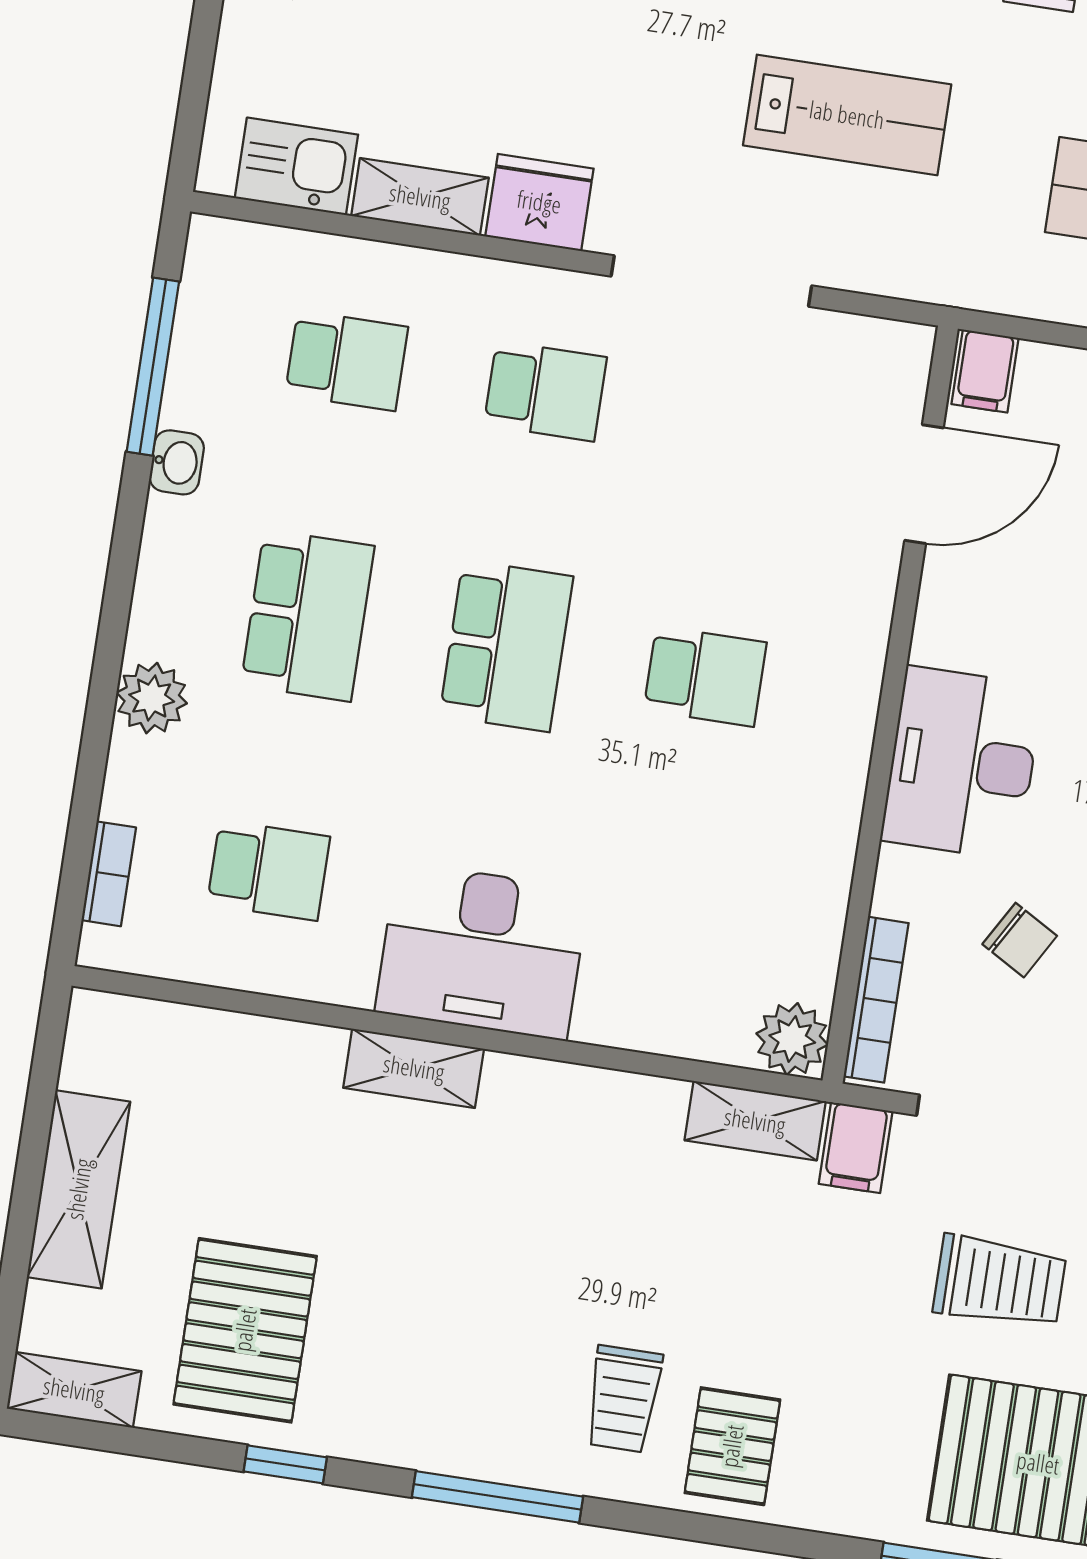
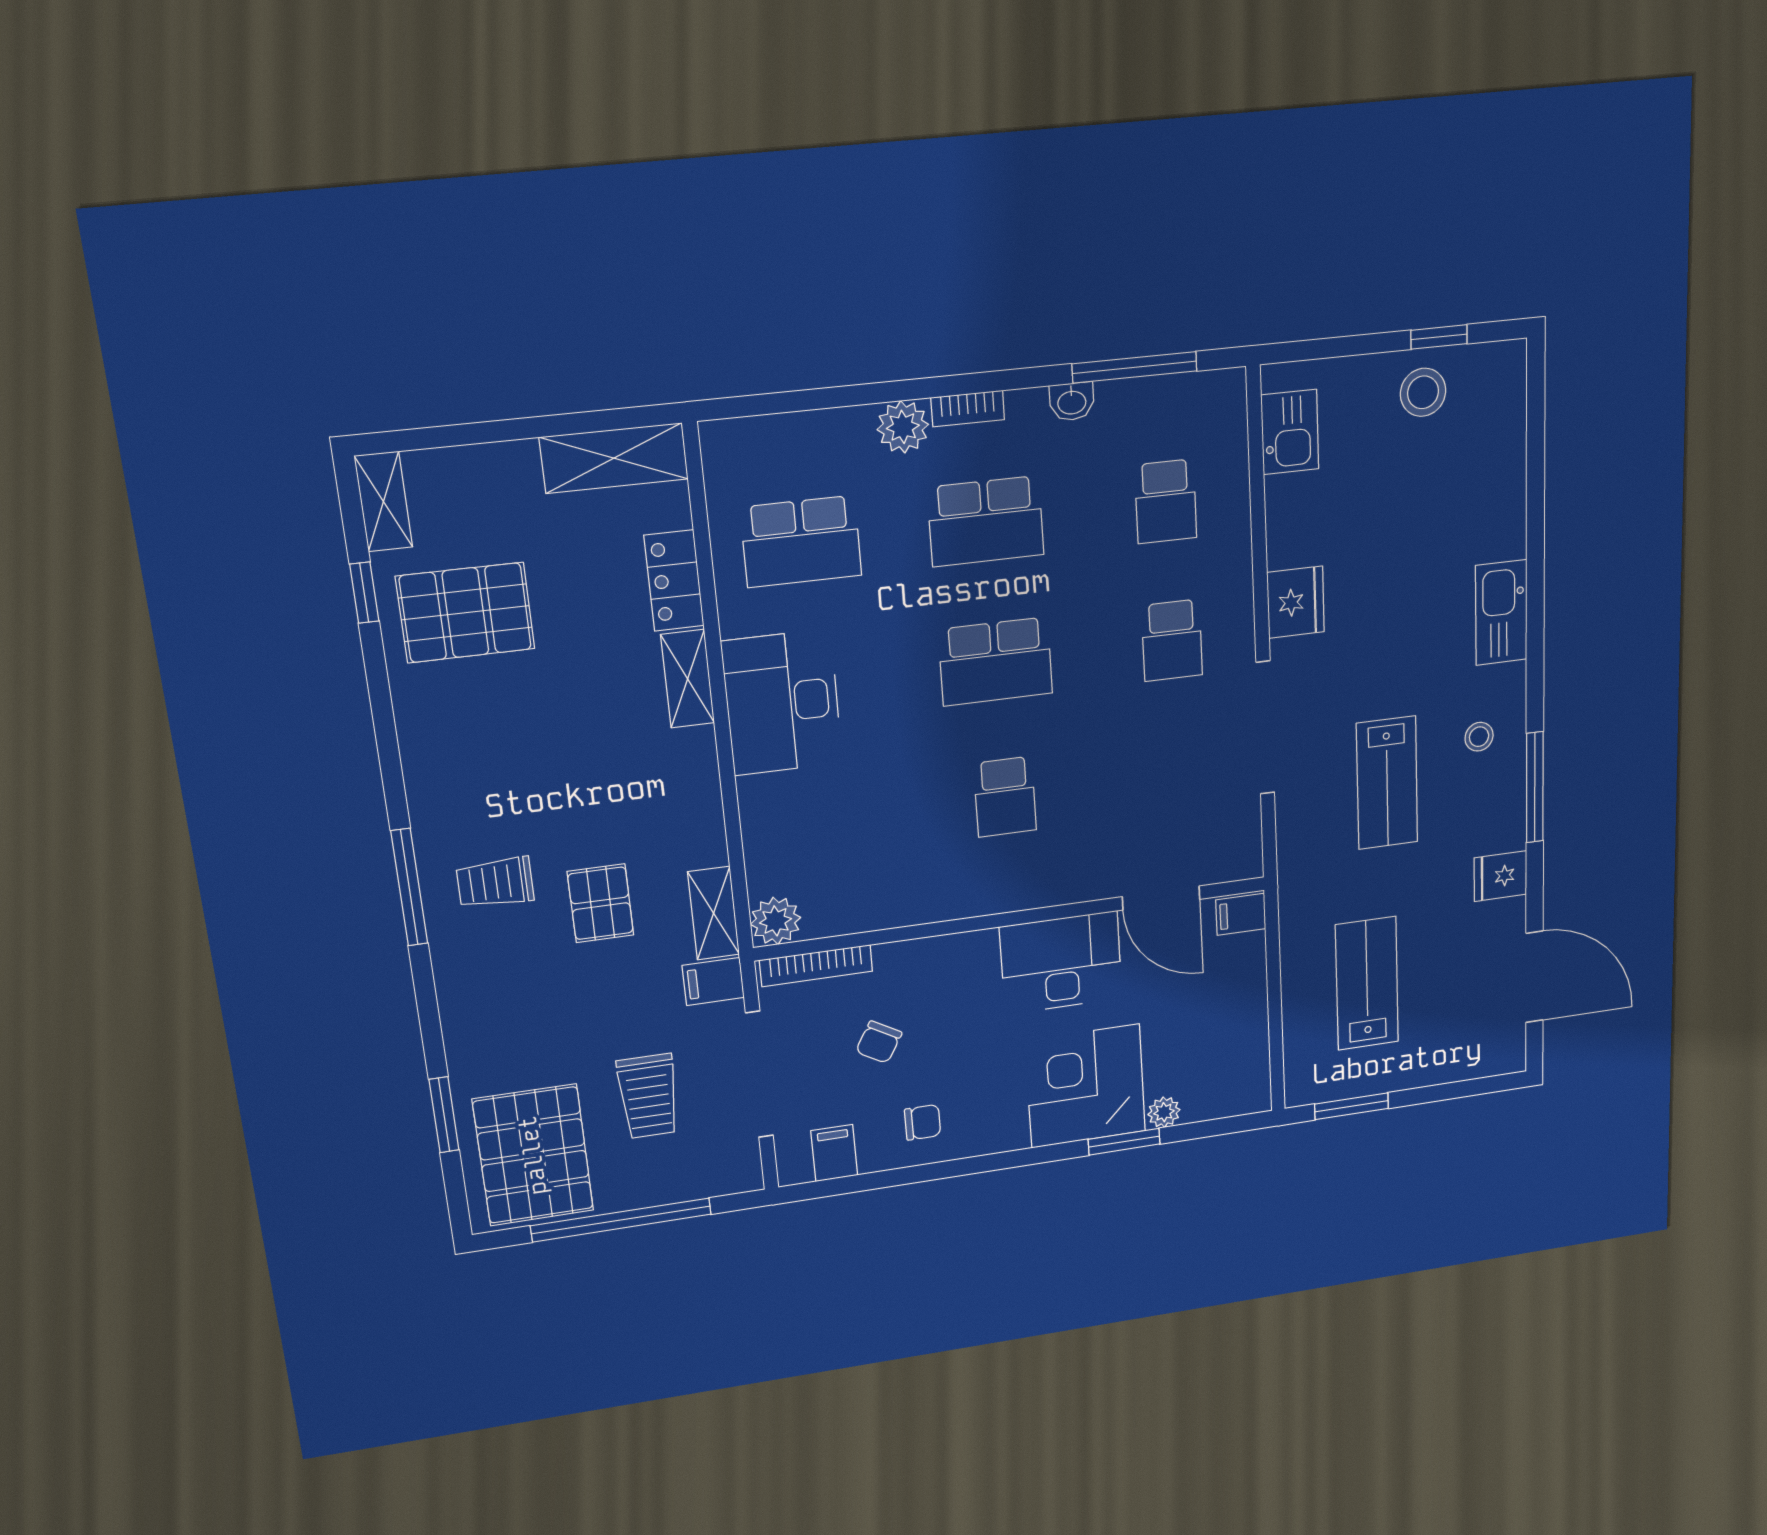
shelving: (420, 197) -> (1285, 522), removed
desk: (962, 763) -> (1061, 963), moved
school desk: (269, 870) -> (801, 541), width x1.85
bookcase: (109, 874) -> (968, 409), moved
locker: (276, 1051) -> (674, 581), added
shelving: (79, 1189) -> (614, 458), moved
pallet: (732, 1446) -> (601, 903), moved, turned 90
window: (285, 1464) -> (364, 593), moved
window: (498, 1497) -> (409, 887), moved

